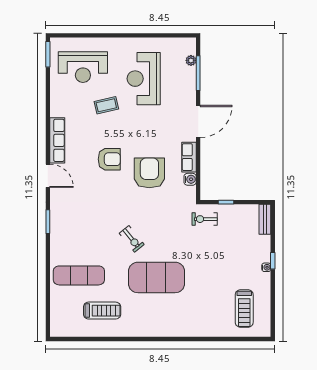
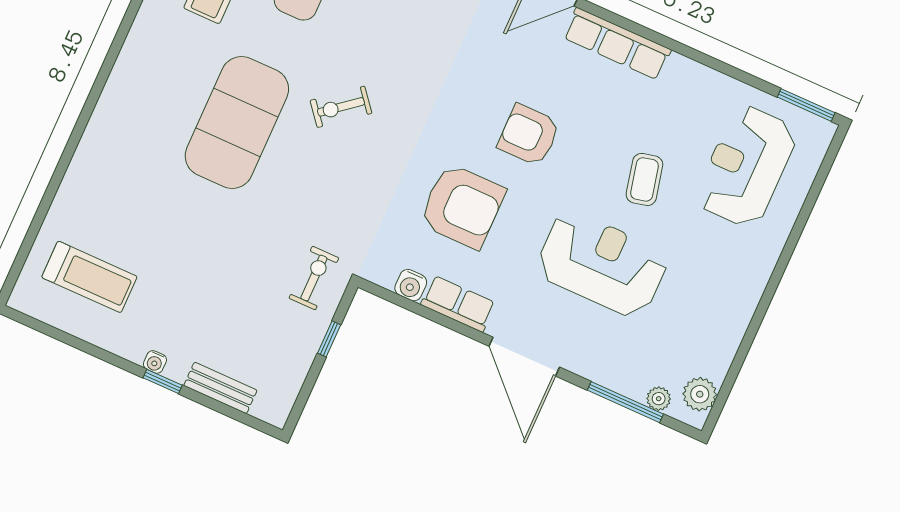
plant: (182, 45) -> (700, 394), added
reception desk: (144, 79) -> (602, 264), moved
armchair: (109, 159) -> (529, 135), turned 90
bench: (265, 219) -> (220, 388), moved
treadmill: (244, 309) -> (89, 277), turned 180

